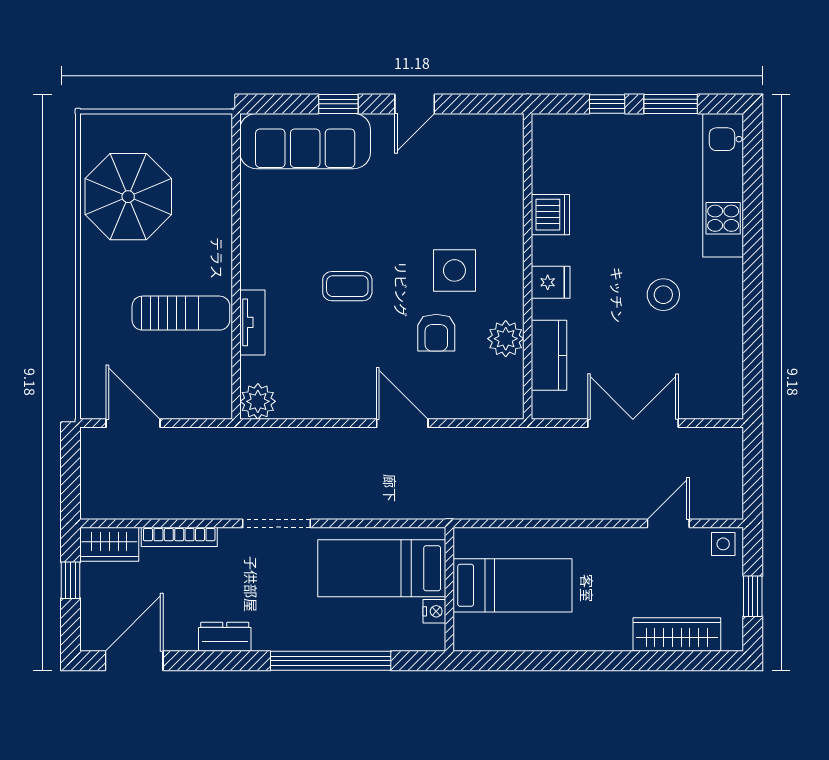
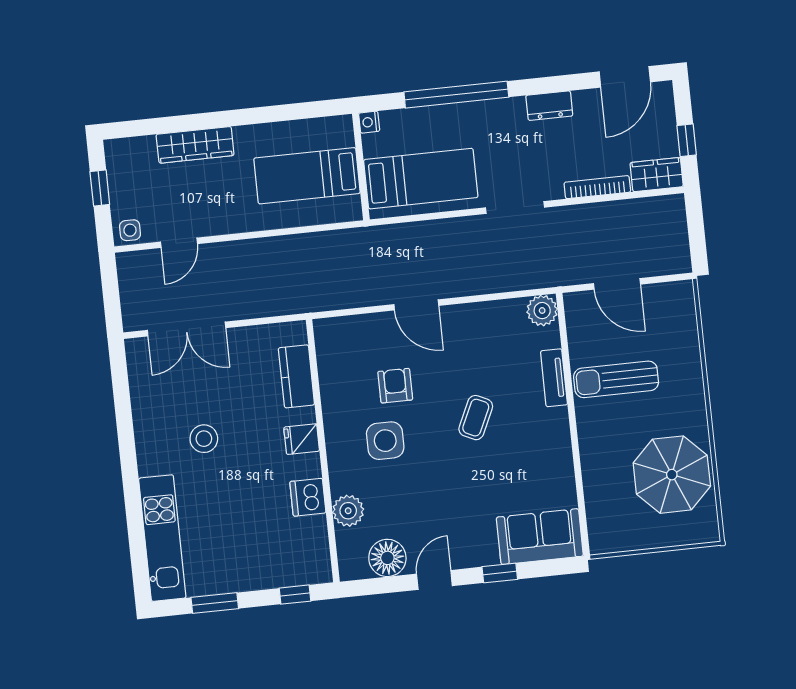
window: (607, 104) -> (295, 595), moved
floor lamp: (466, 135) -> (387, 558), added
sofa: (305, 141) -> (540, 537), width x0.73
coffee table: (347, 286) -> (476, 418), turned -65
plant: (506, 339) -> (348, 511), moved
door: (133, 423) -> (617, 284), moved
double door: (633, 423) -> (187, 329), moved
nightstand: (434, 611) -> (369, 122), moved
wardrobe: (677, 634) -> (195, 145), moved

